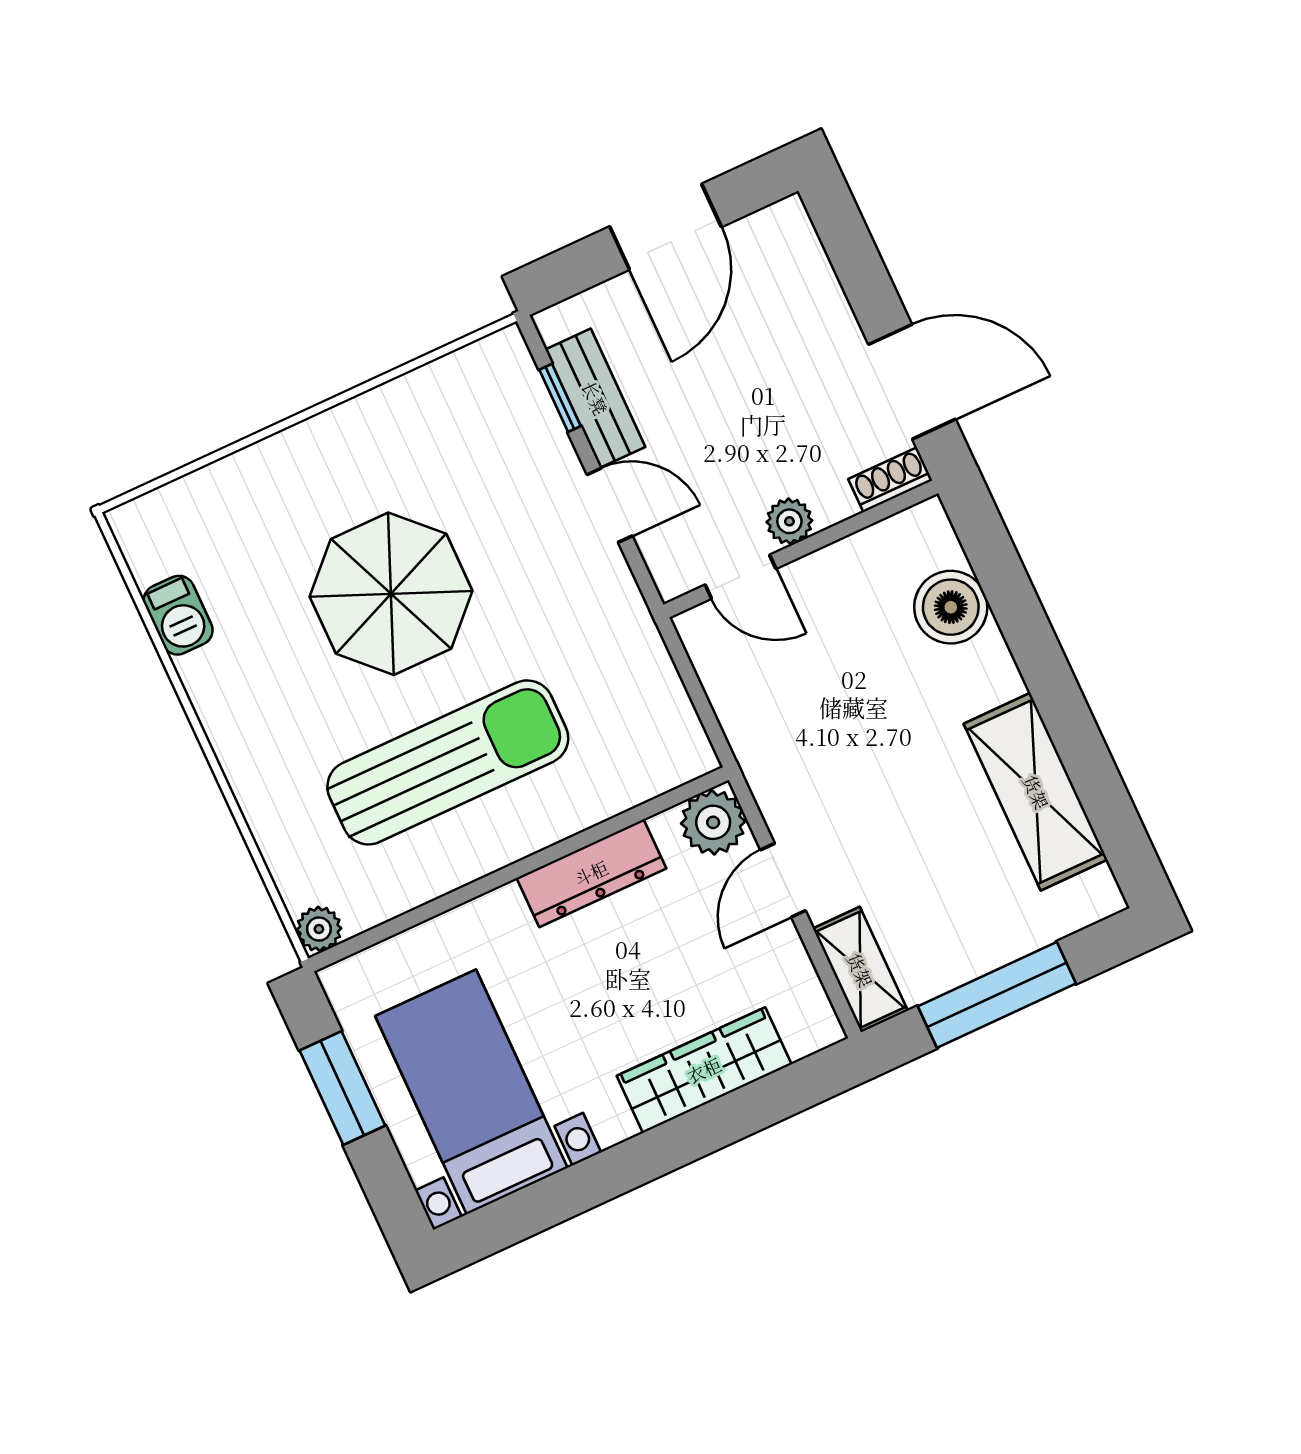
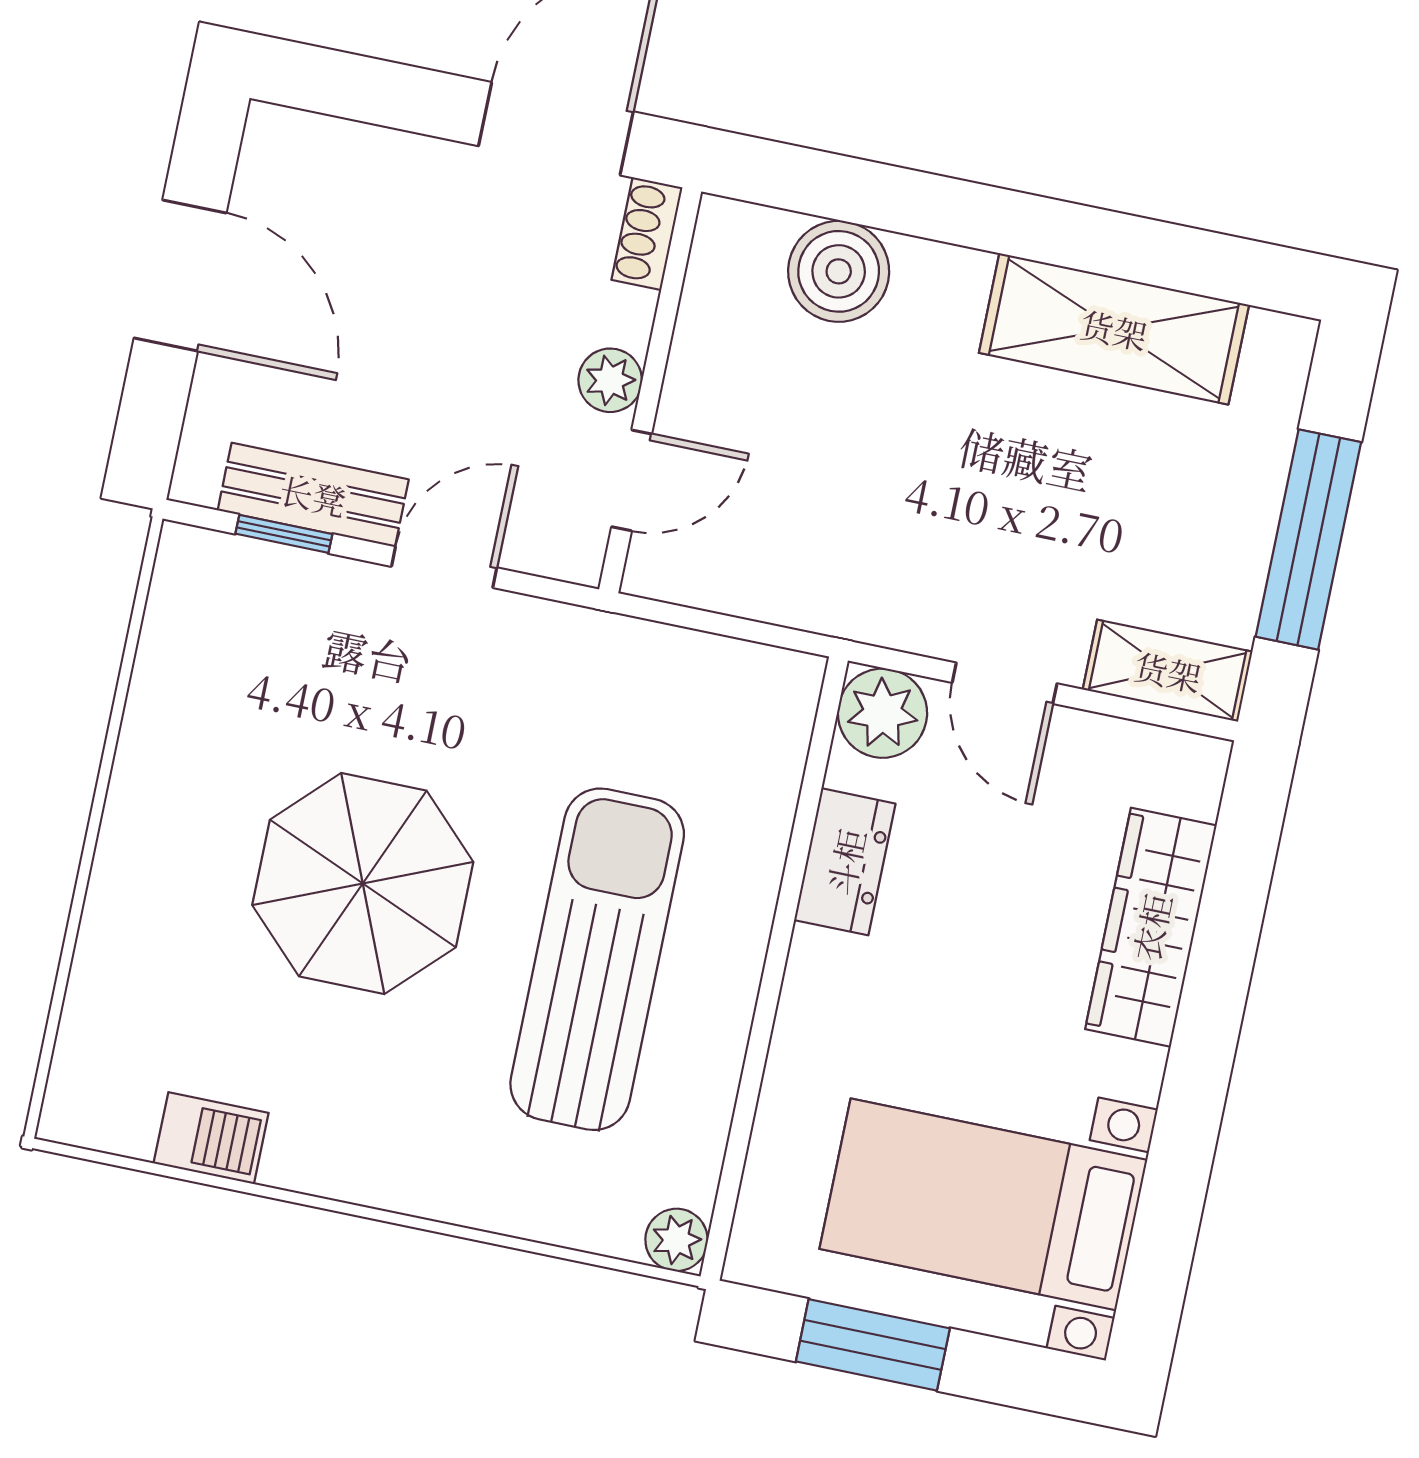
dresser: (591, 873) -> (845, 862), width x0.70

